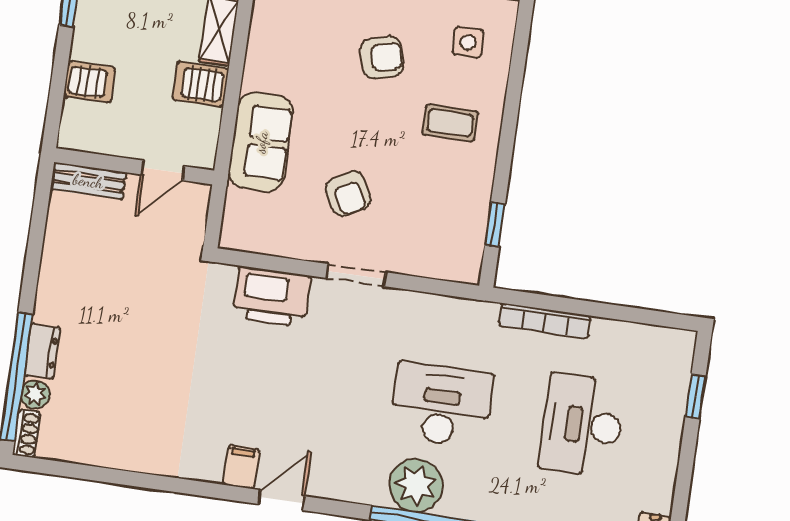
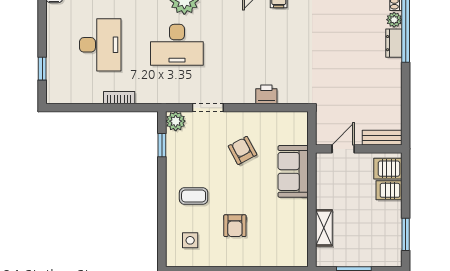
armchair: (382, 57) -> (235, 226), turned -75
server rack: (200, 84) -> (388, 169), moved, turned 180
plant: (464, 265) -> (176, 121), added
doorway: (356, 275) -> (208, 108), moved
printer: (272, 297) -> (266, 94), width x0.53, depth x0.68
bookcase: (545, 321) -> (119, 98), width x0.64

